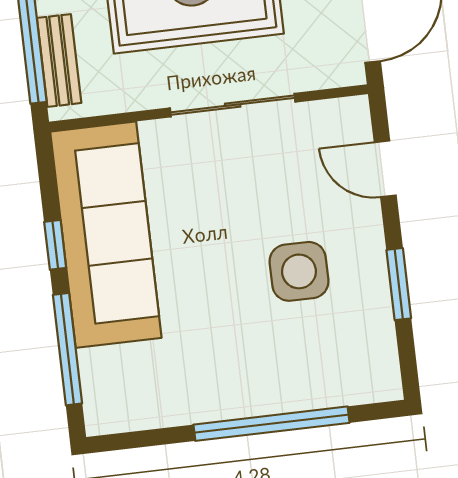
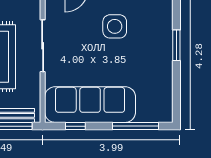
window: (55, 245) -> (75, 126), moved
window: (271, 424) -> (176, 45), width x0.47

